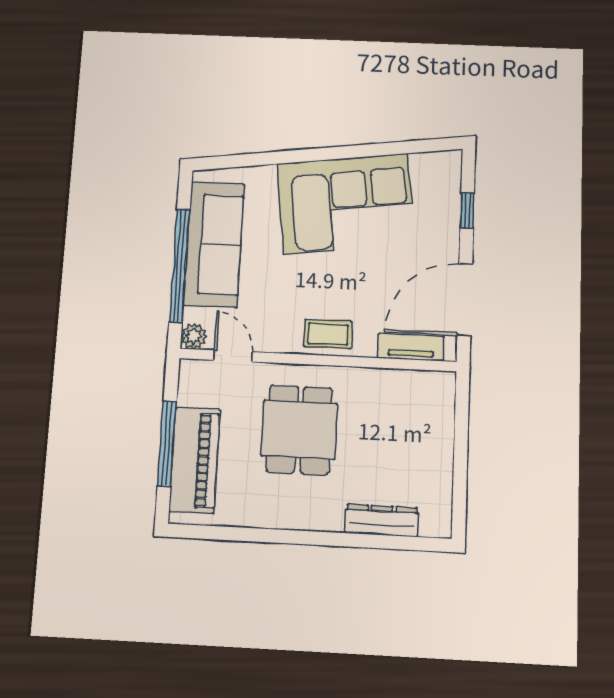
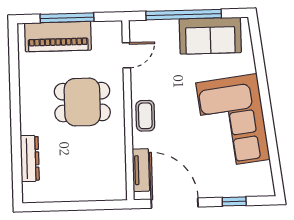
sofa: (214, 244) -> (210, 36), width x0.73
plant: (194, 336) -> (137, 29), removed

